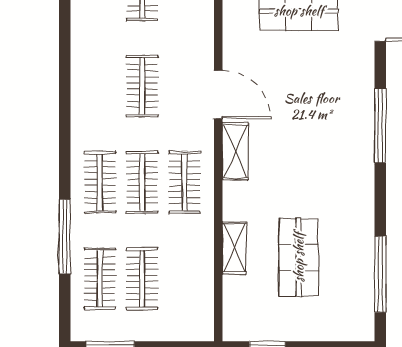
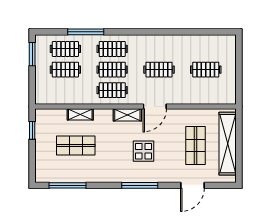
display table: (310, 118) -> (144, 151), added

